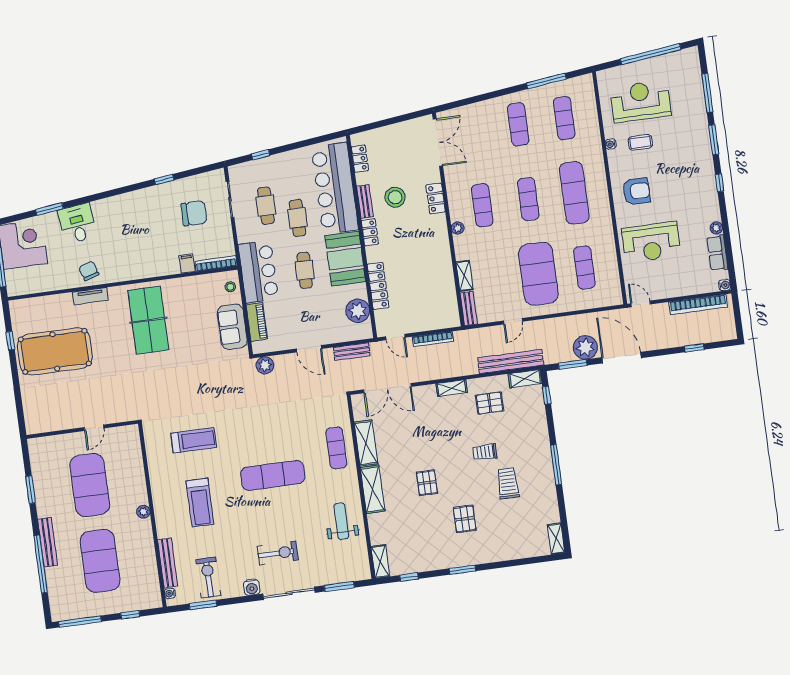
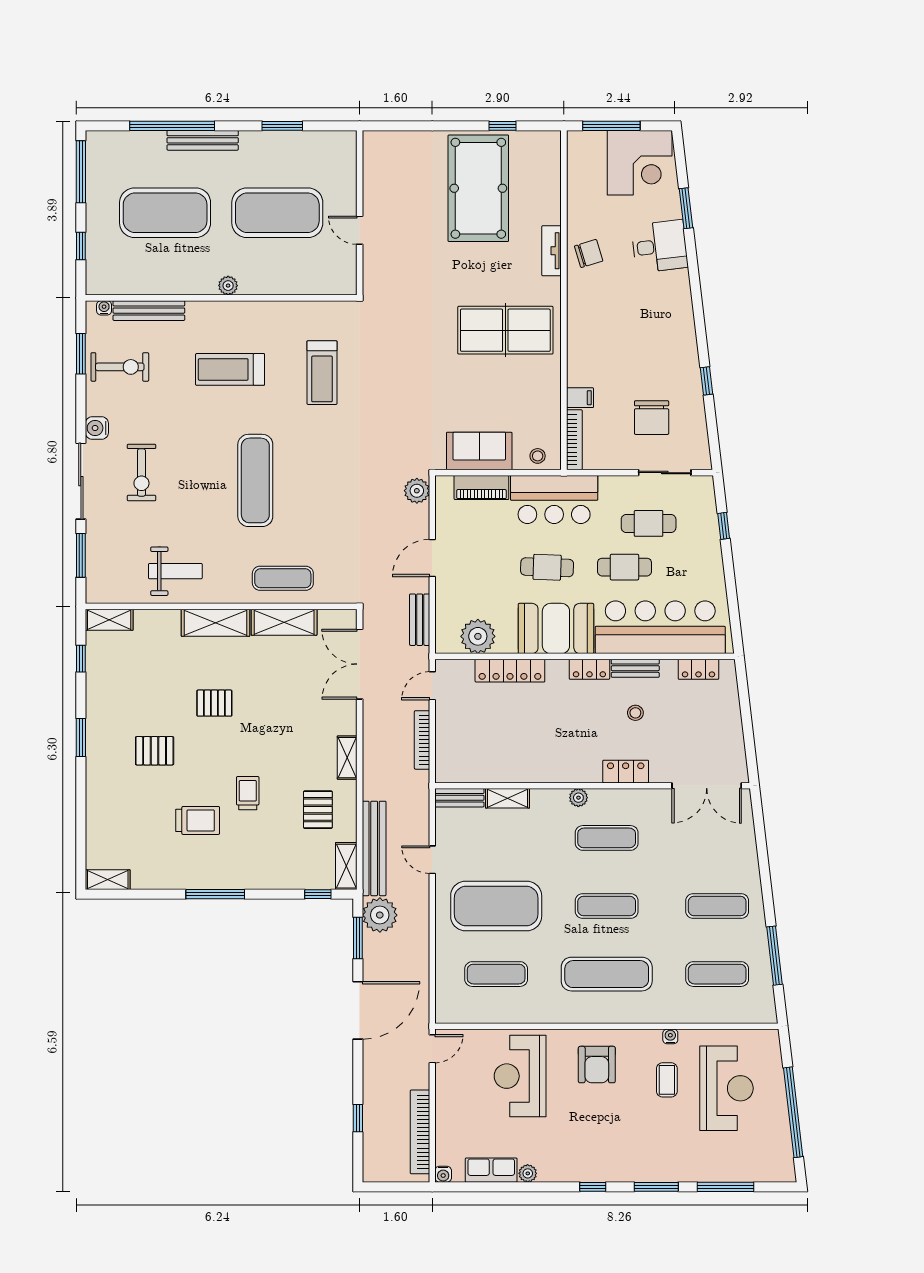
stool: (395, 197) -> (635, 713), width x0.53, depth x0.53
plant: (585, 347) -> (380, 915), moved

